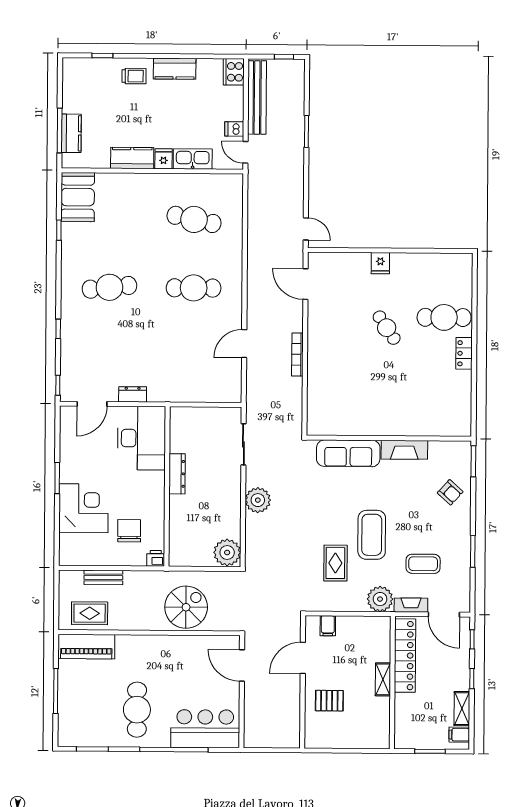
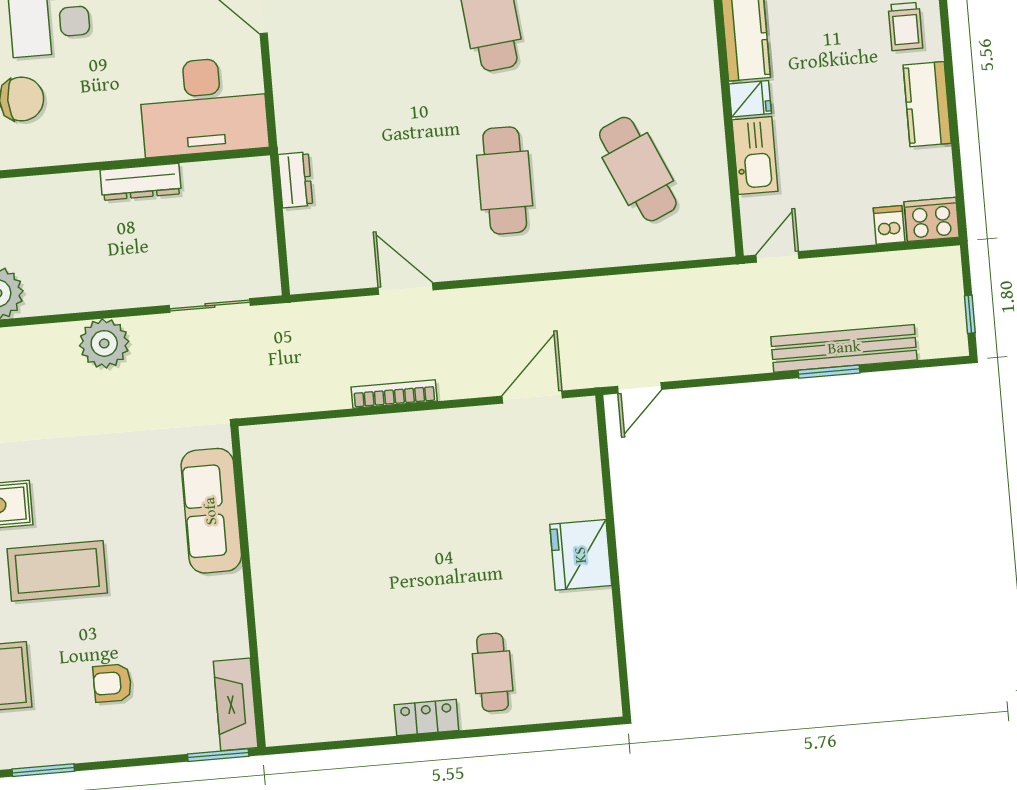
bench: (257, 97) -> (844, 348), moved
dishwasher: (234, 129) -> (889, 225), moved
cafe table: (194, 219) -> (638, 169), turned -36
fridge: (380, 263) -> (581, 555), width x1.88, depth x1.34
cafe table: (444, 317) -> (493, 672), width x0.73, depth x0.74
cafe table: (387, 328) -> (462, 563), removed
dresser: (133, 394) -> (295, 180), moved
fireplace: (404, 450) -> (236, 704), moved
armchair: (450, 492) -> (112, 683), moved, turned 48

